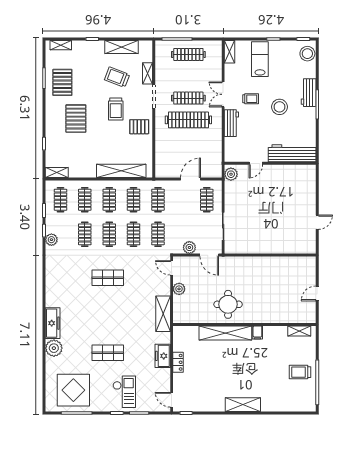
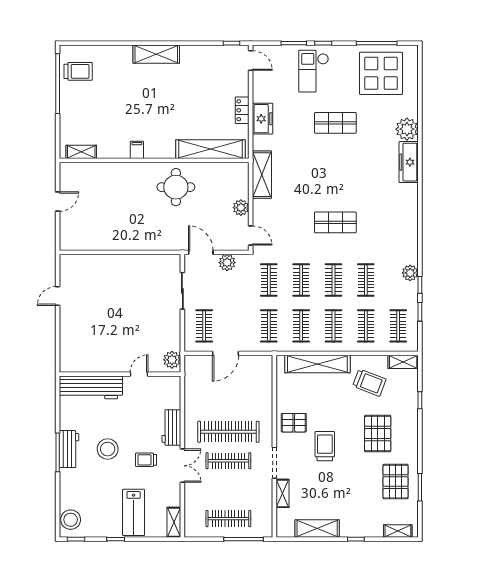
trolley: (117, 77) -> (369, 383), moved
workbench: (309, 93) -> (69, 449), moved
shelving: (225, 333) -> (211, 149), moved
trolley: (300, 372) -> (78, 71), moved

